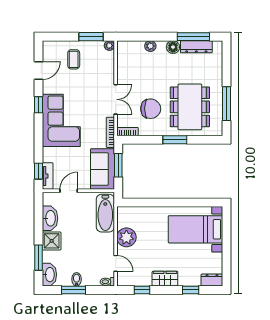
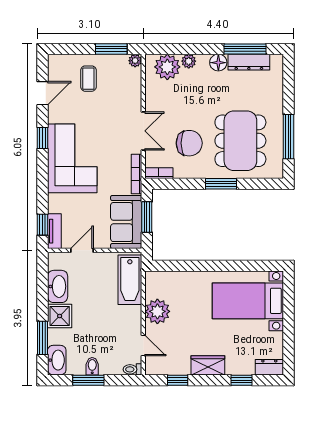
plant: (134, 50) -> (167, 67), added

